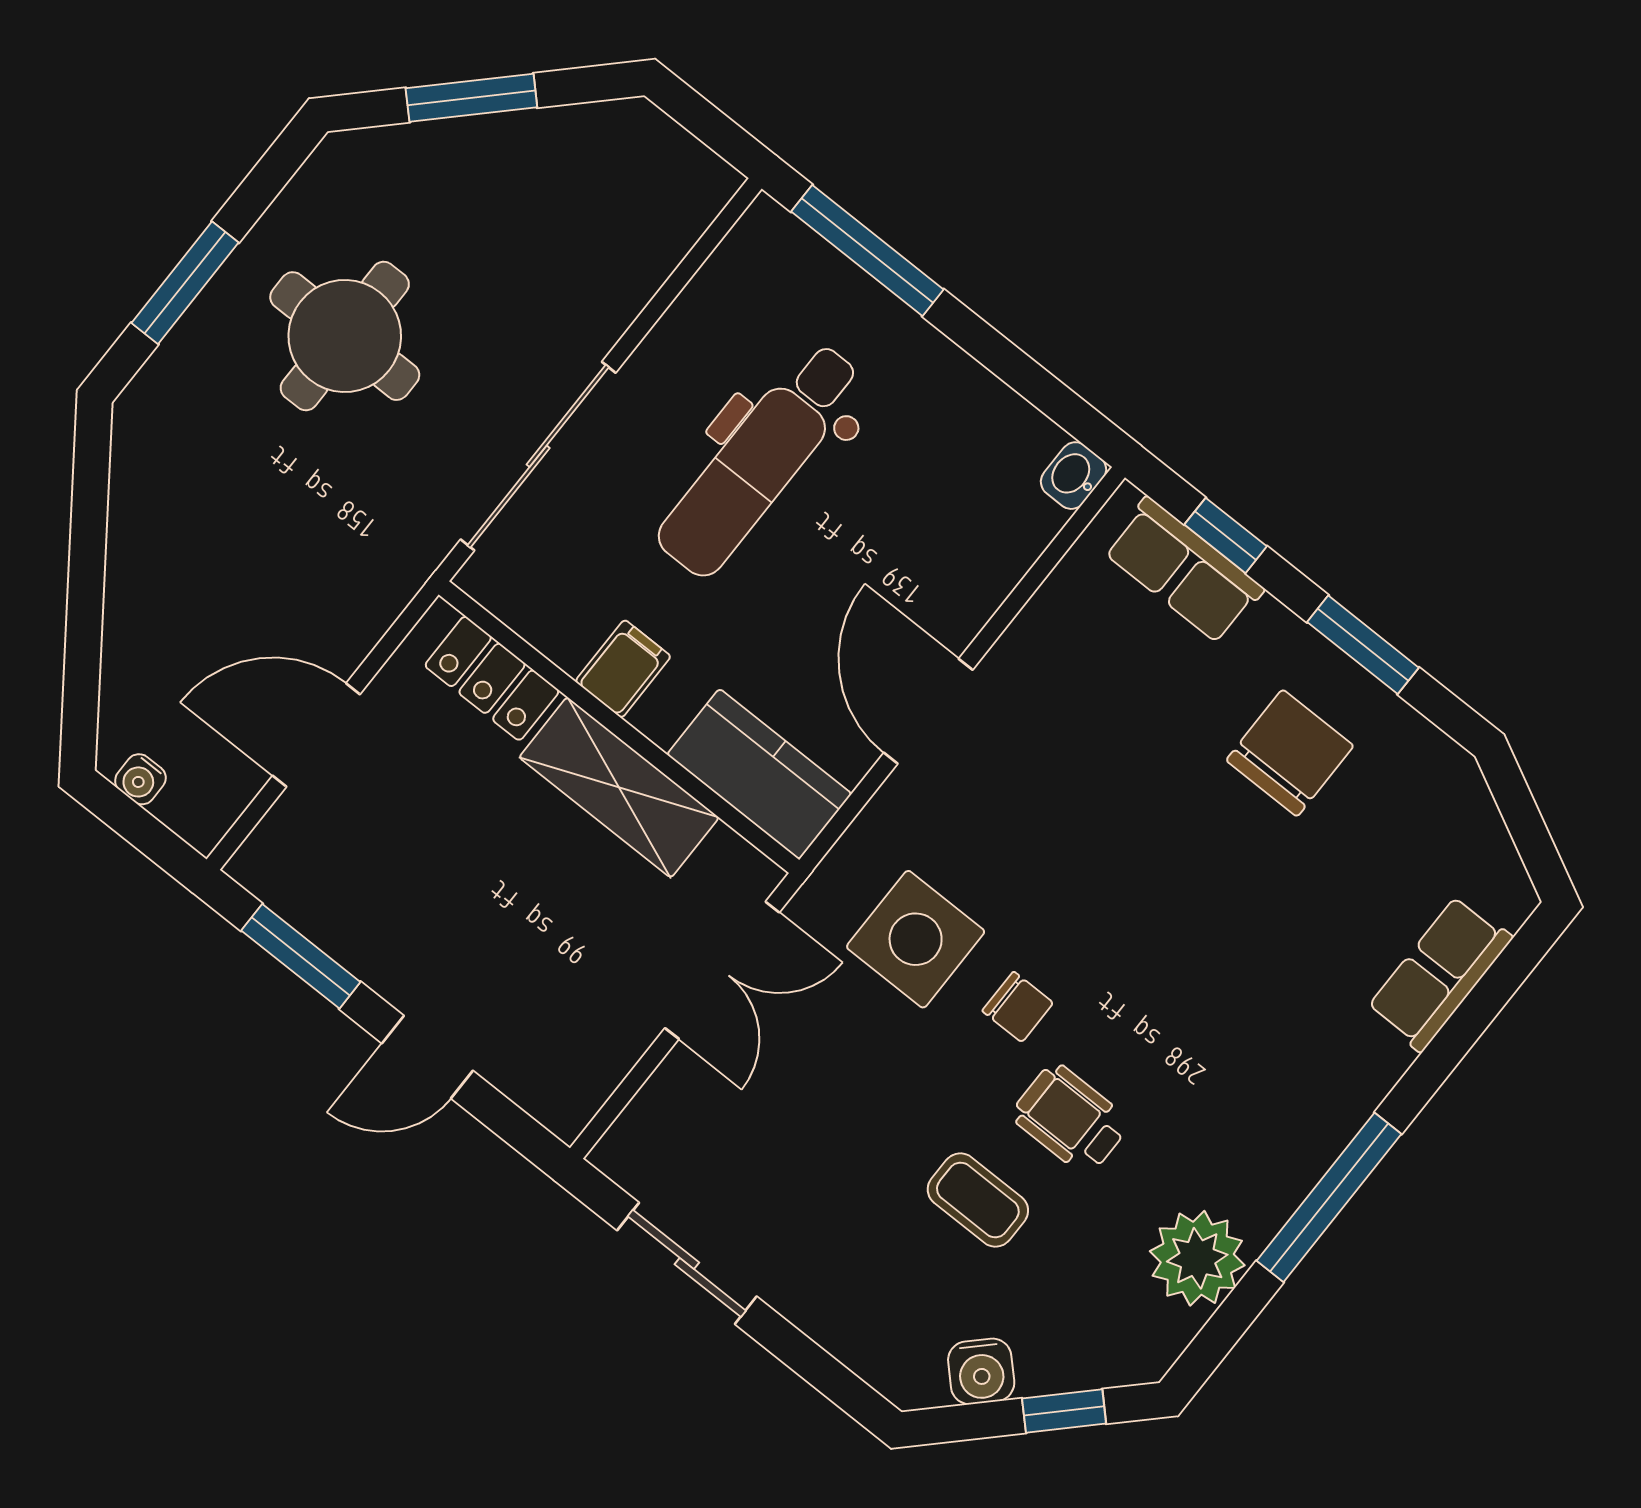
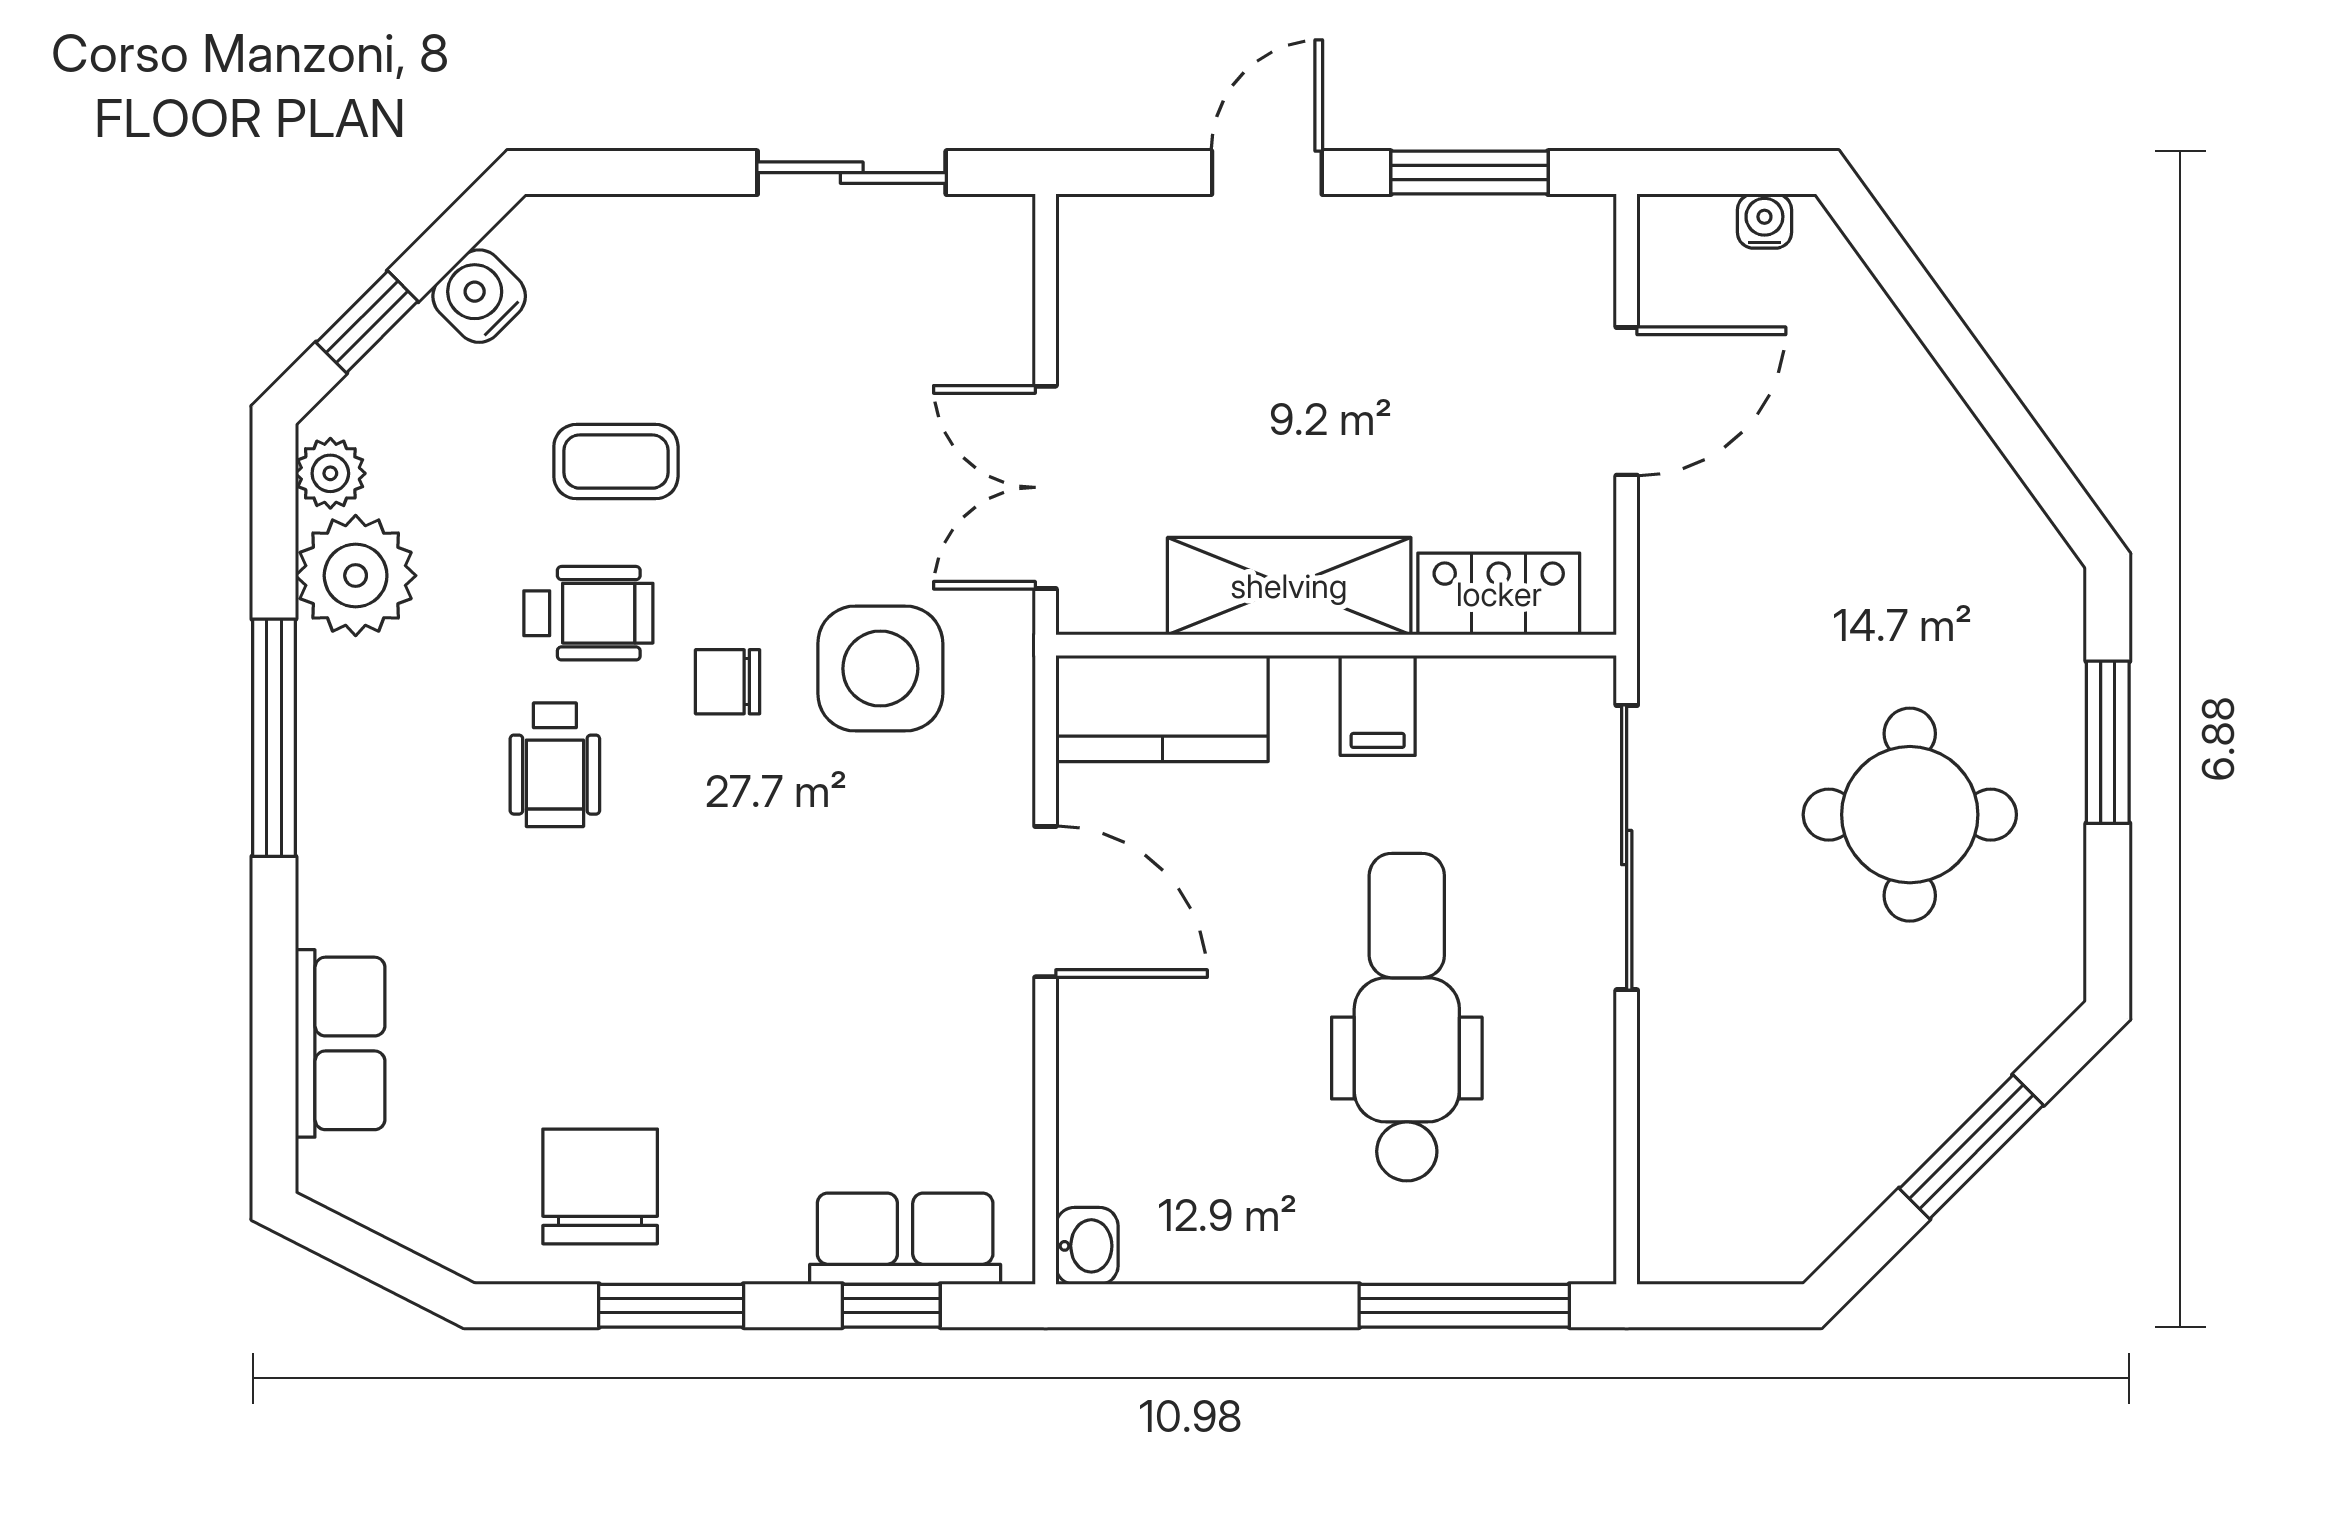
chair: (1290, 753) -> (600, 1186), moved, turned 180
wheelchair: (1167, 1041) -> (555, 765), added
plant: (1162, 1335) -> (330, 473), added

